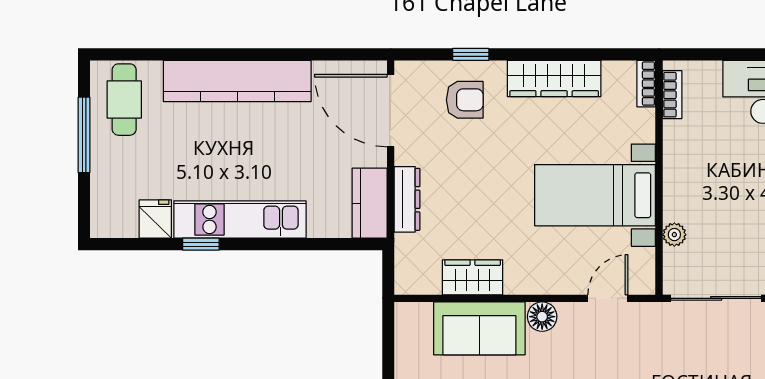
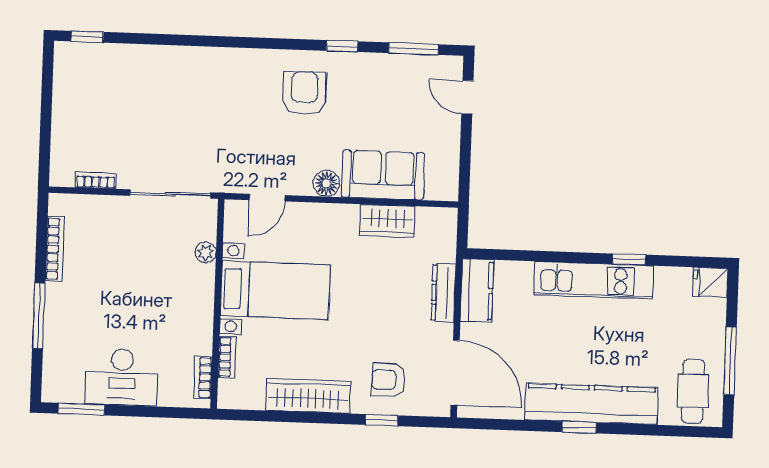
window: (250, 54) -> (579, 427), added
bookcase: (646, 84) -> (227, 357), moved
fridge: (155, 219) -> (710, 282), moved, turned 90

